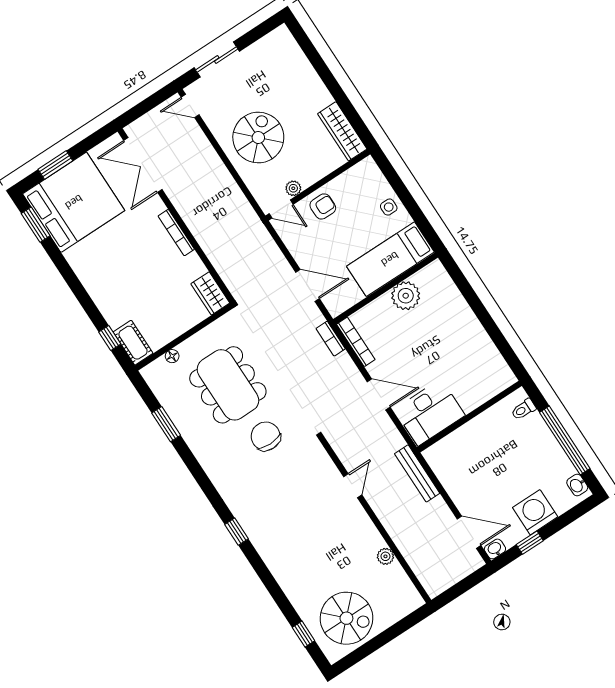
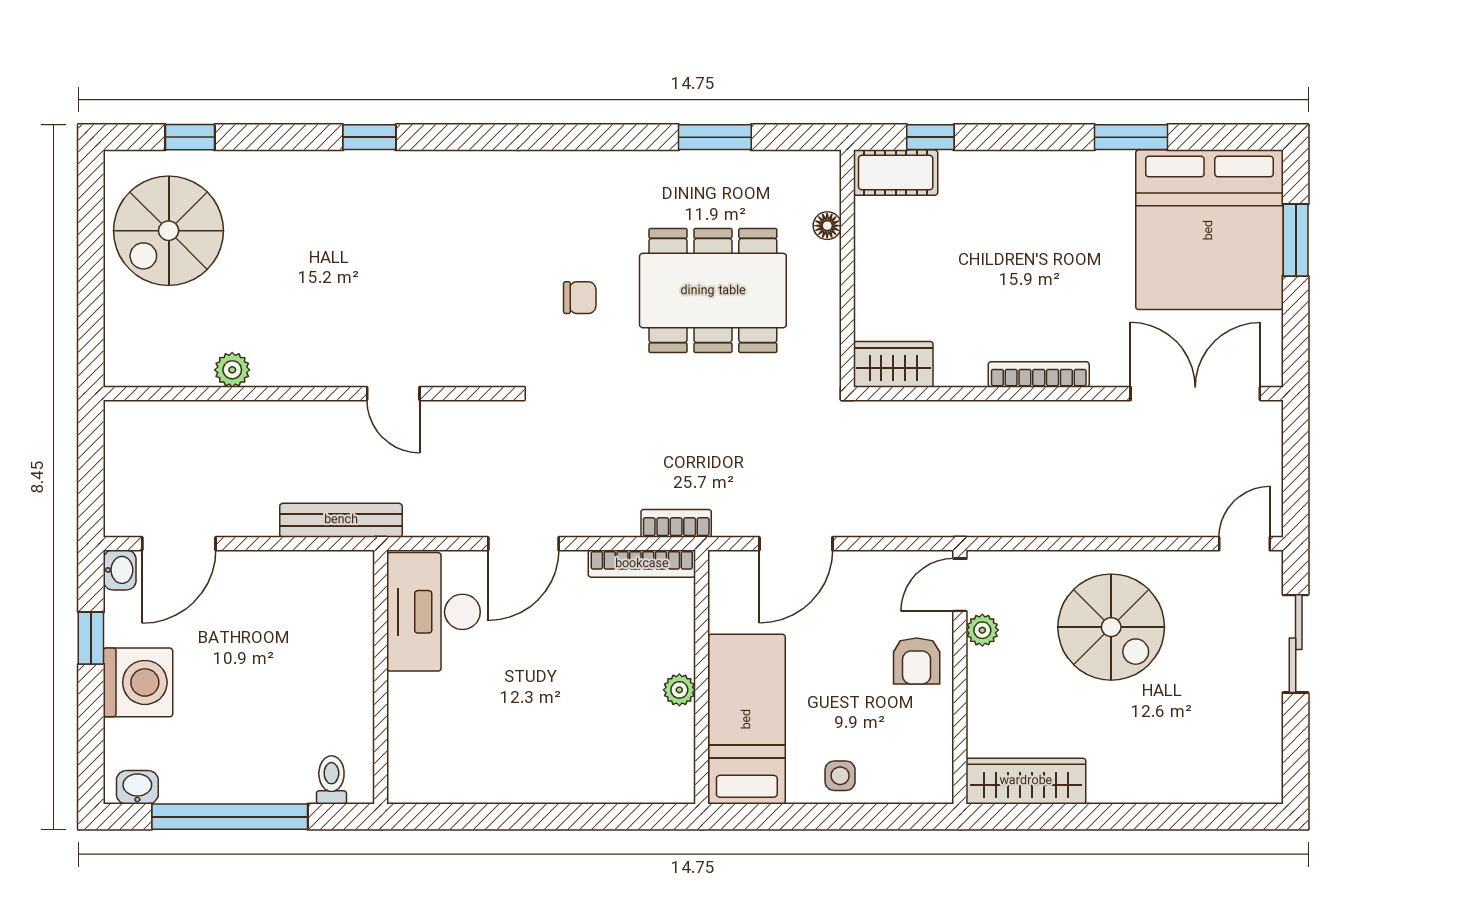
window: (36, 225) -> (1131, 137), moved
plant: (406, 296) -> (679, 690), width x0.53, depth x0.53
chair: (266, 436) -> (580, 298), width x0.54, depth x0.54
window: (236, 532) -> (369, 137), moved

